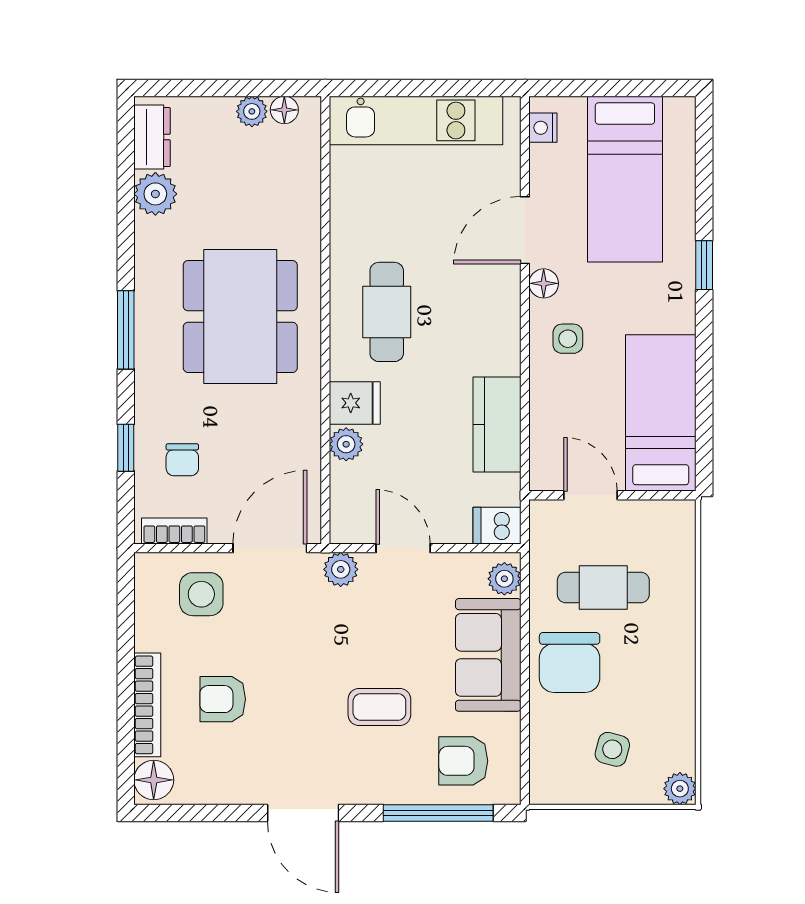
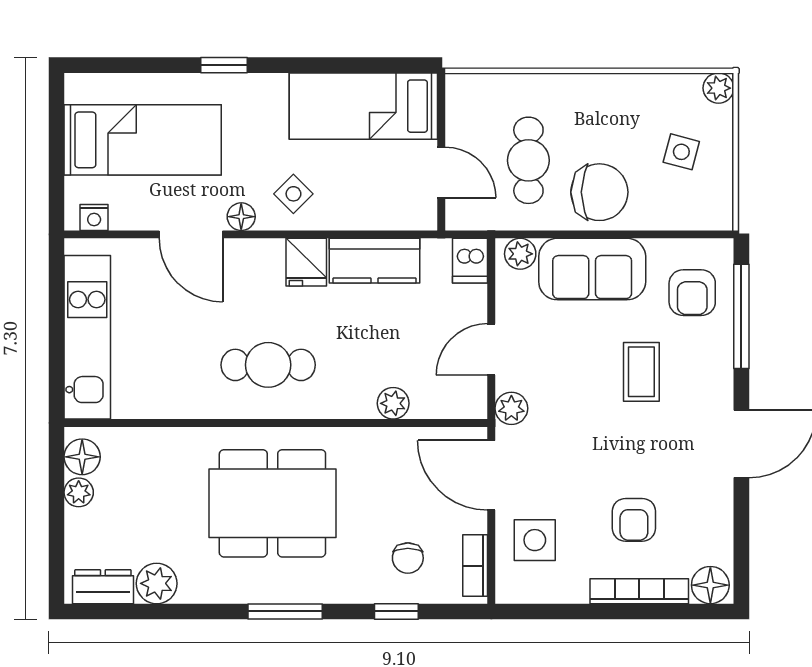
floor lamp: (284, 110) -> (82, 457), width x1.37, depth x1.37
side table: (568, 339) -> (293, 194), turned 45
fridge: (355, 403) -> (306, 262), moved, turned 180
chair: (182, 460) -> (408, 558), turned 90
door: (590, 495) -> (441, 172), swing flipped

